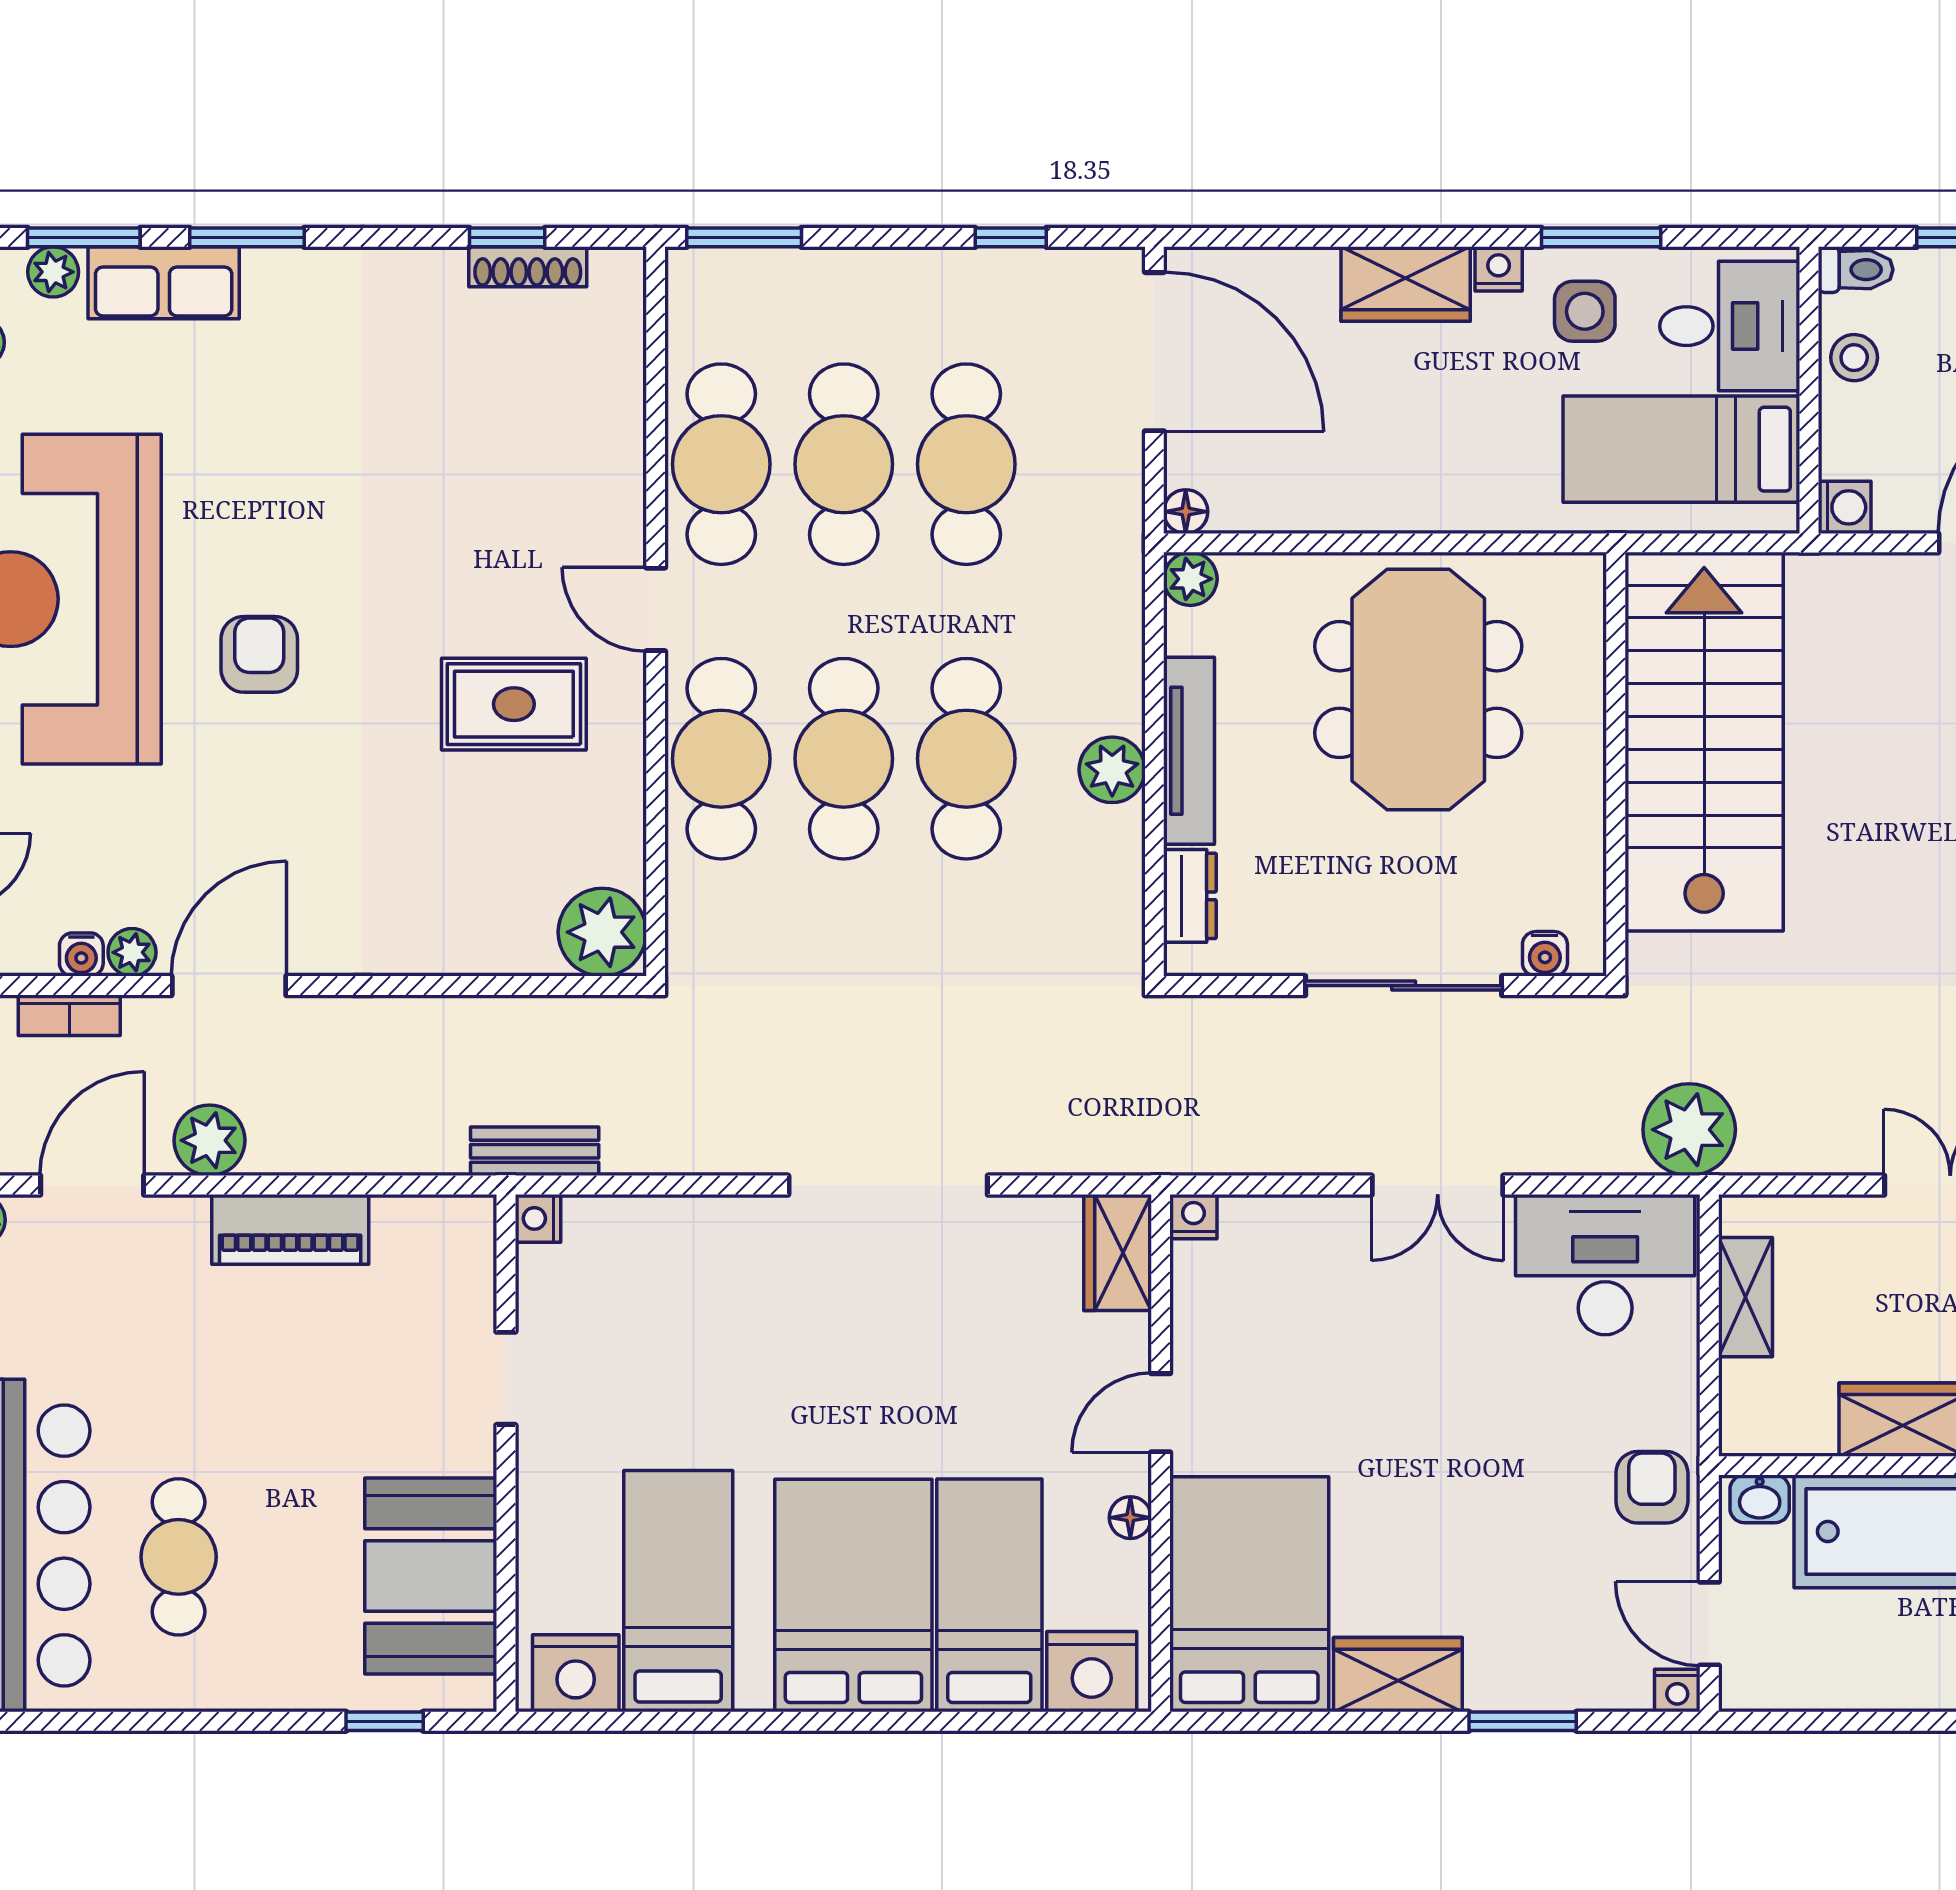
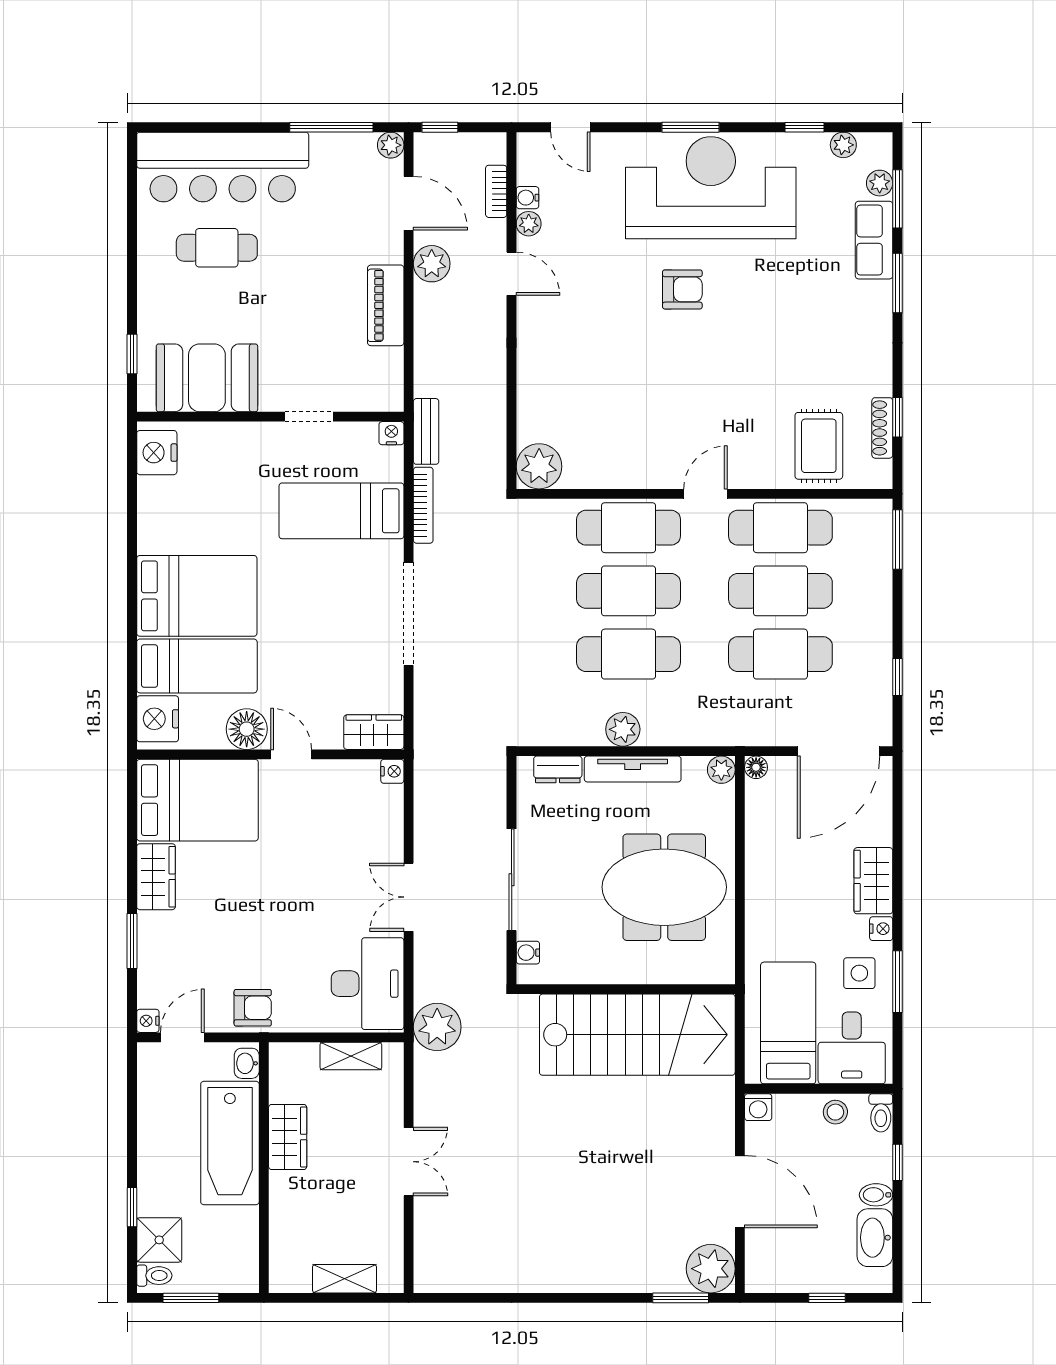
rug: (514, 704) -> (819, 446), moved
door: (229, 986) -> (512, 274), width x0.73
bookcase: (678, 1157) -> (423, 505), added
floor lamp: (1130, 1518) -> (247, 729), width x1.89, depth x1.89
bed: (678, 1591) -> (341, 511), moved, turned 180

